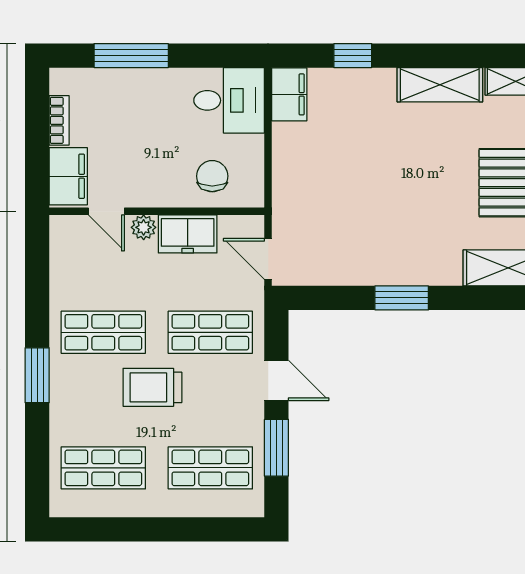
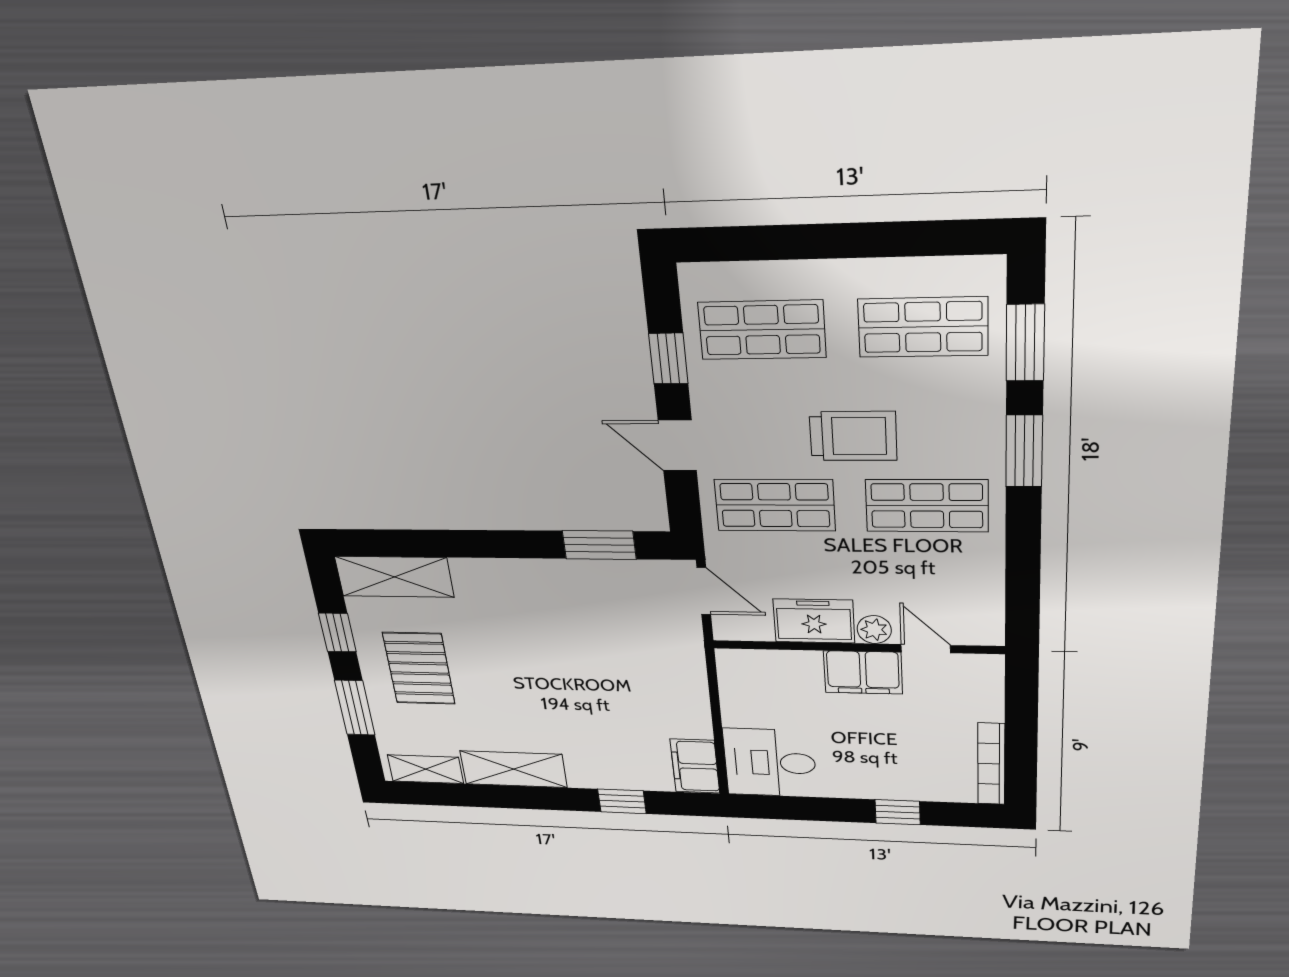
window: (131, 56) -> (898, 812), width x0.46
bookcase: (59, 120) -> (991, 764), width x1.56
filing cabinet: (68, 176) -> (863, 672), moved, turned -90
chair: (212, 176) -> (786, 684), removed
window: (402, 298) -> (599, 545), moved
window: (276, 448) -> (668, 359), width x0.67
window: (37, 455) -> (1025, 343), added

